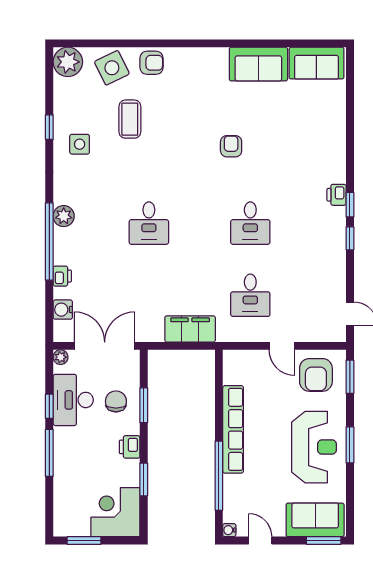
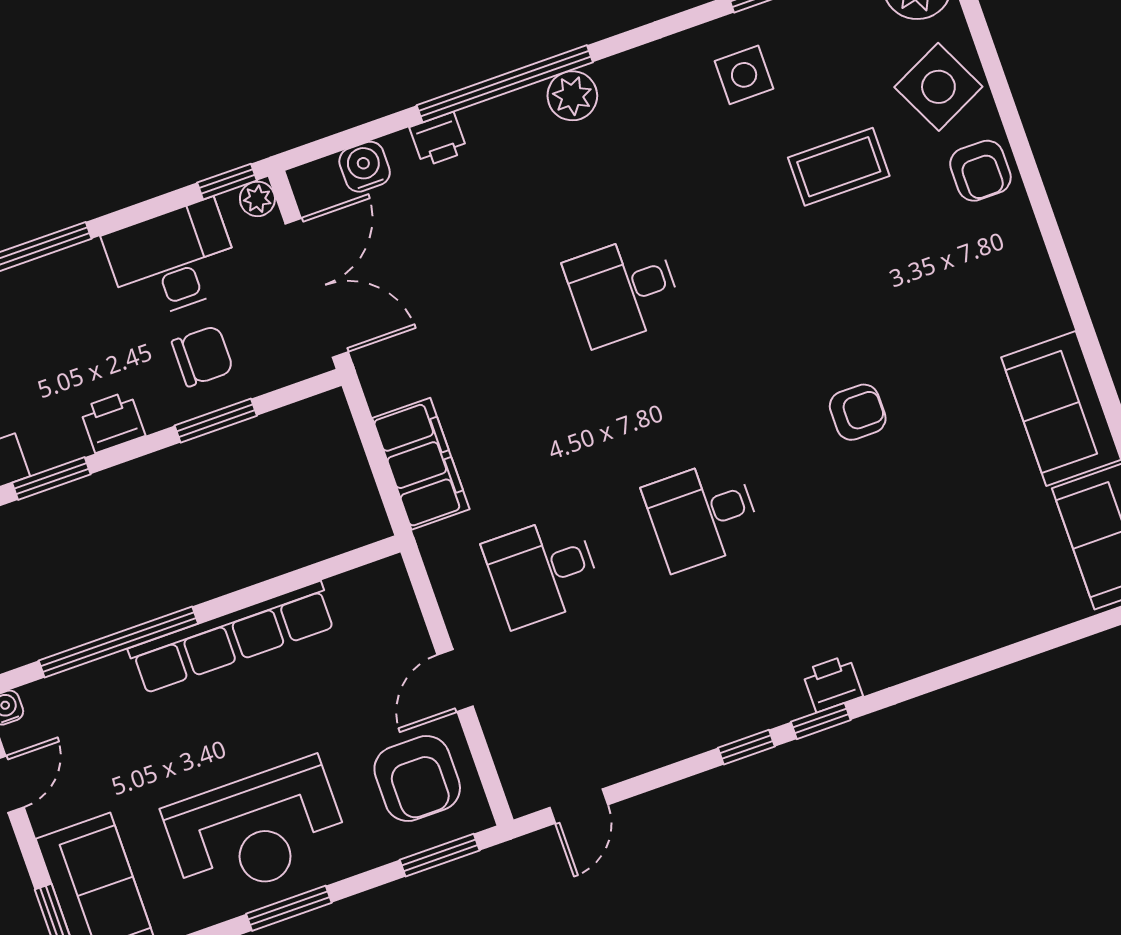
armchair: (316, 375) -> (417, 778), turned -90
window: (49, 406) -> (227, 182), moved

